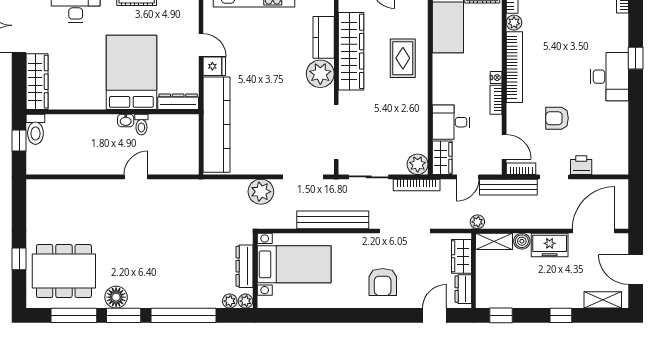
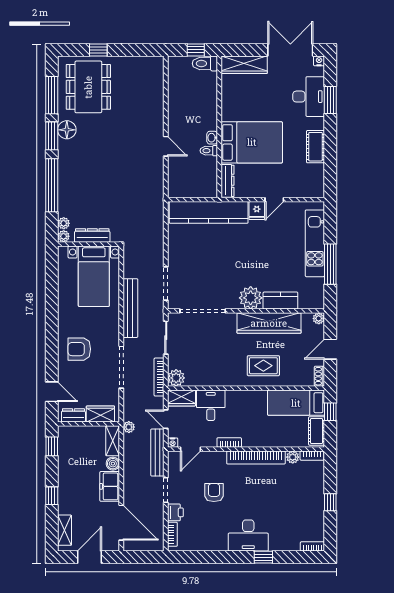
nightstand: (496, 78) -> (173, 443), moved
bookcase: (521, 169) -> (172, 534), moved
plant: (261, 192) -> (154, 249), removed

